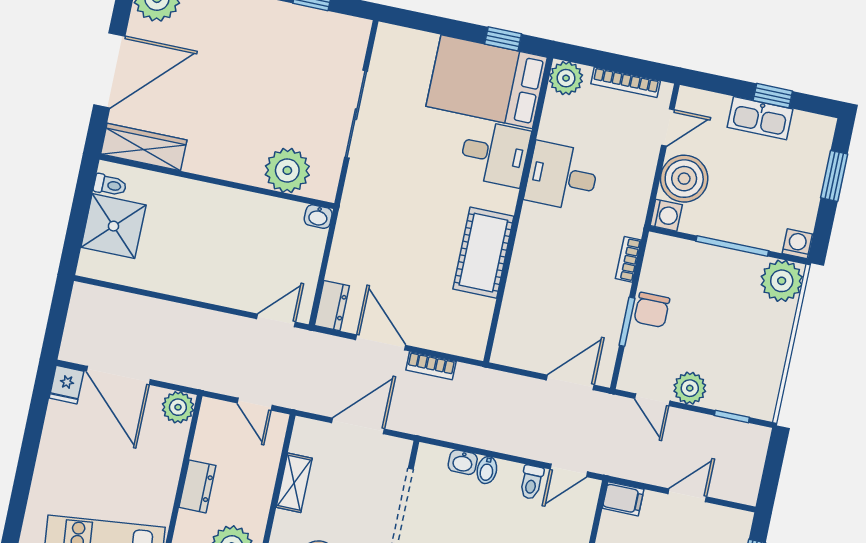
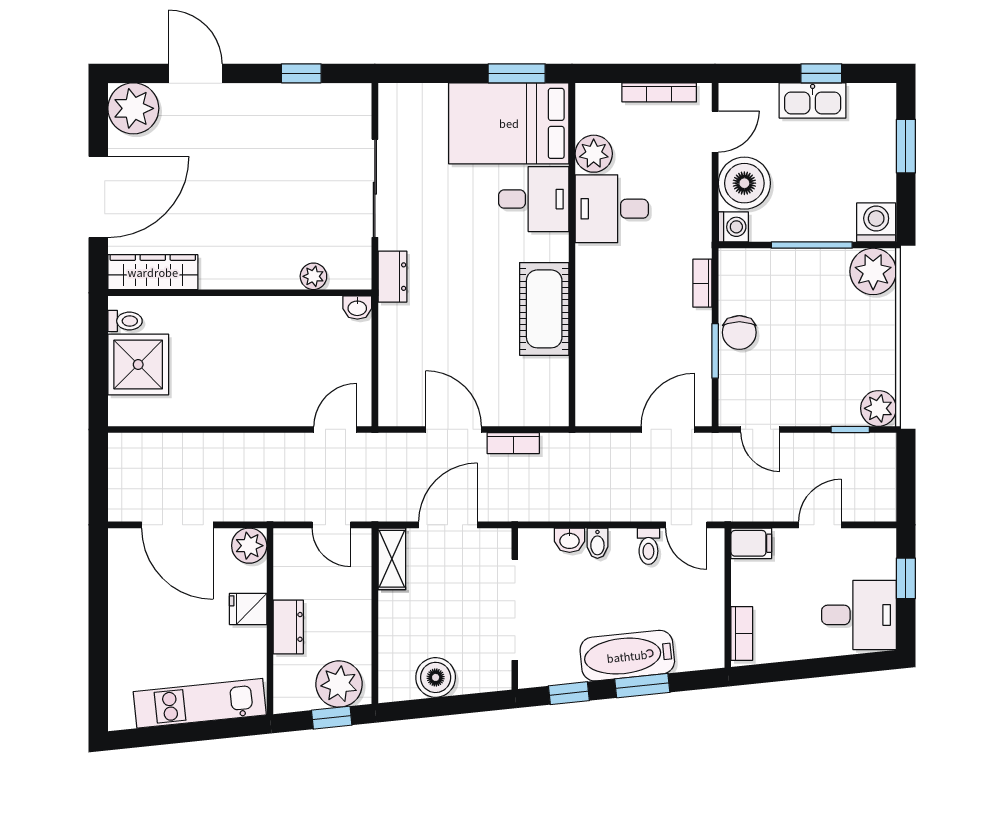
window: (503, 39) -> (517, 73), width x1.50
plant: (566, 78) -> (594, 154), moved
plant: (287, 170) -> (313, 276), width x0.53, depth x0.53
washing machine: (797, 244) -> (876, 222), width x1.38, depth x1.38
dresser: (332, 306) -> (392, 277), moved
fridge: (67, 385) -> (248, 609), moved, turned 90
plant: (690, 388) -> (878, 408), moved
door: (569, 470) -> (686, 525), hinge flipped
shelving: (294, 483) -> (392, 559), moved

